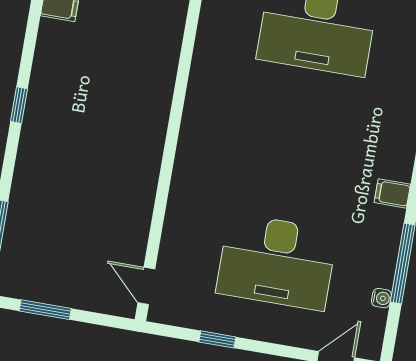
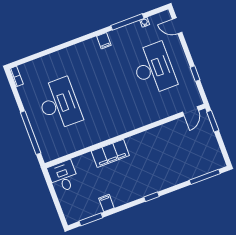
filing cabinet: (156, 73) -> (110, 153), added
window: (45, 310) -> (213, 121), moved

